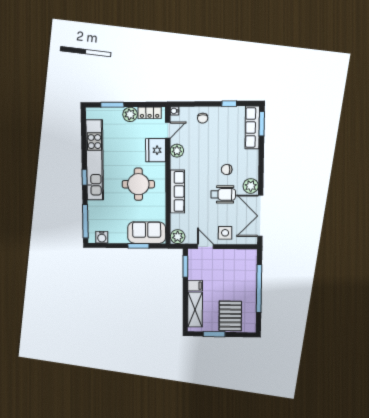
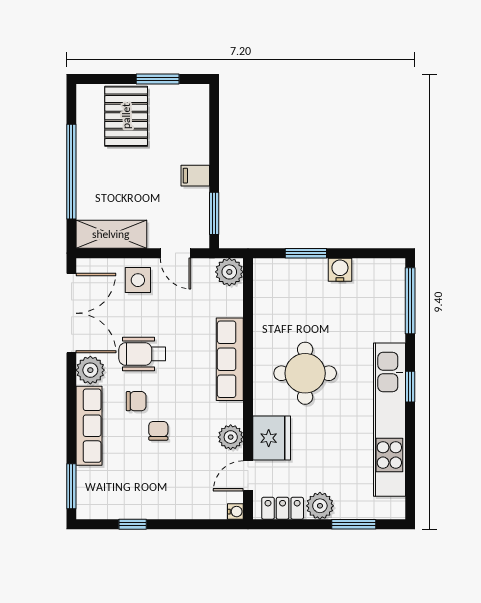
chair: (203, 118) -> (158, 431), moved
row of seats: (252, 128) -> (89, 426), moved
sofa: (147, 233) -> (290, 279), removed
water cooler: (102, 237) -> (340, 270), moved
shelving: (195, 310) -> (111, 234), moved, turned 90

